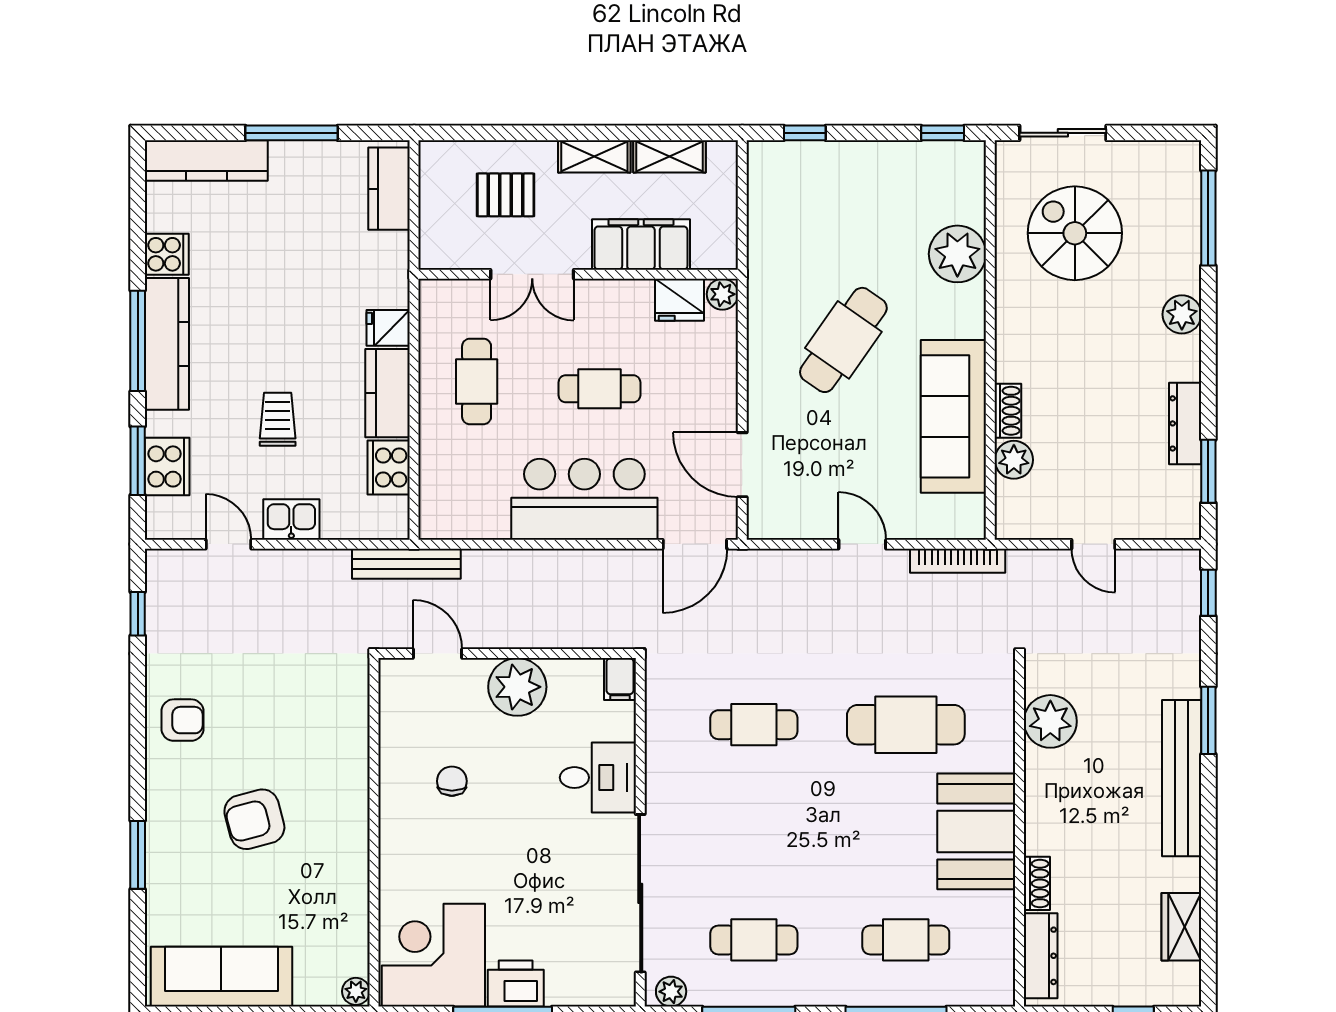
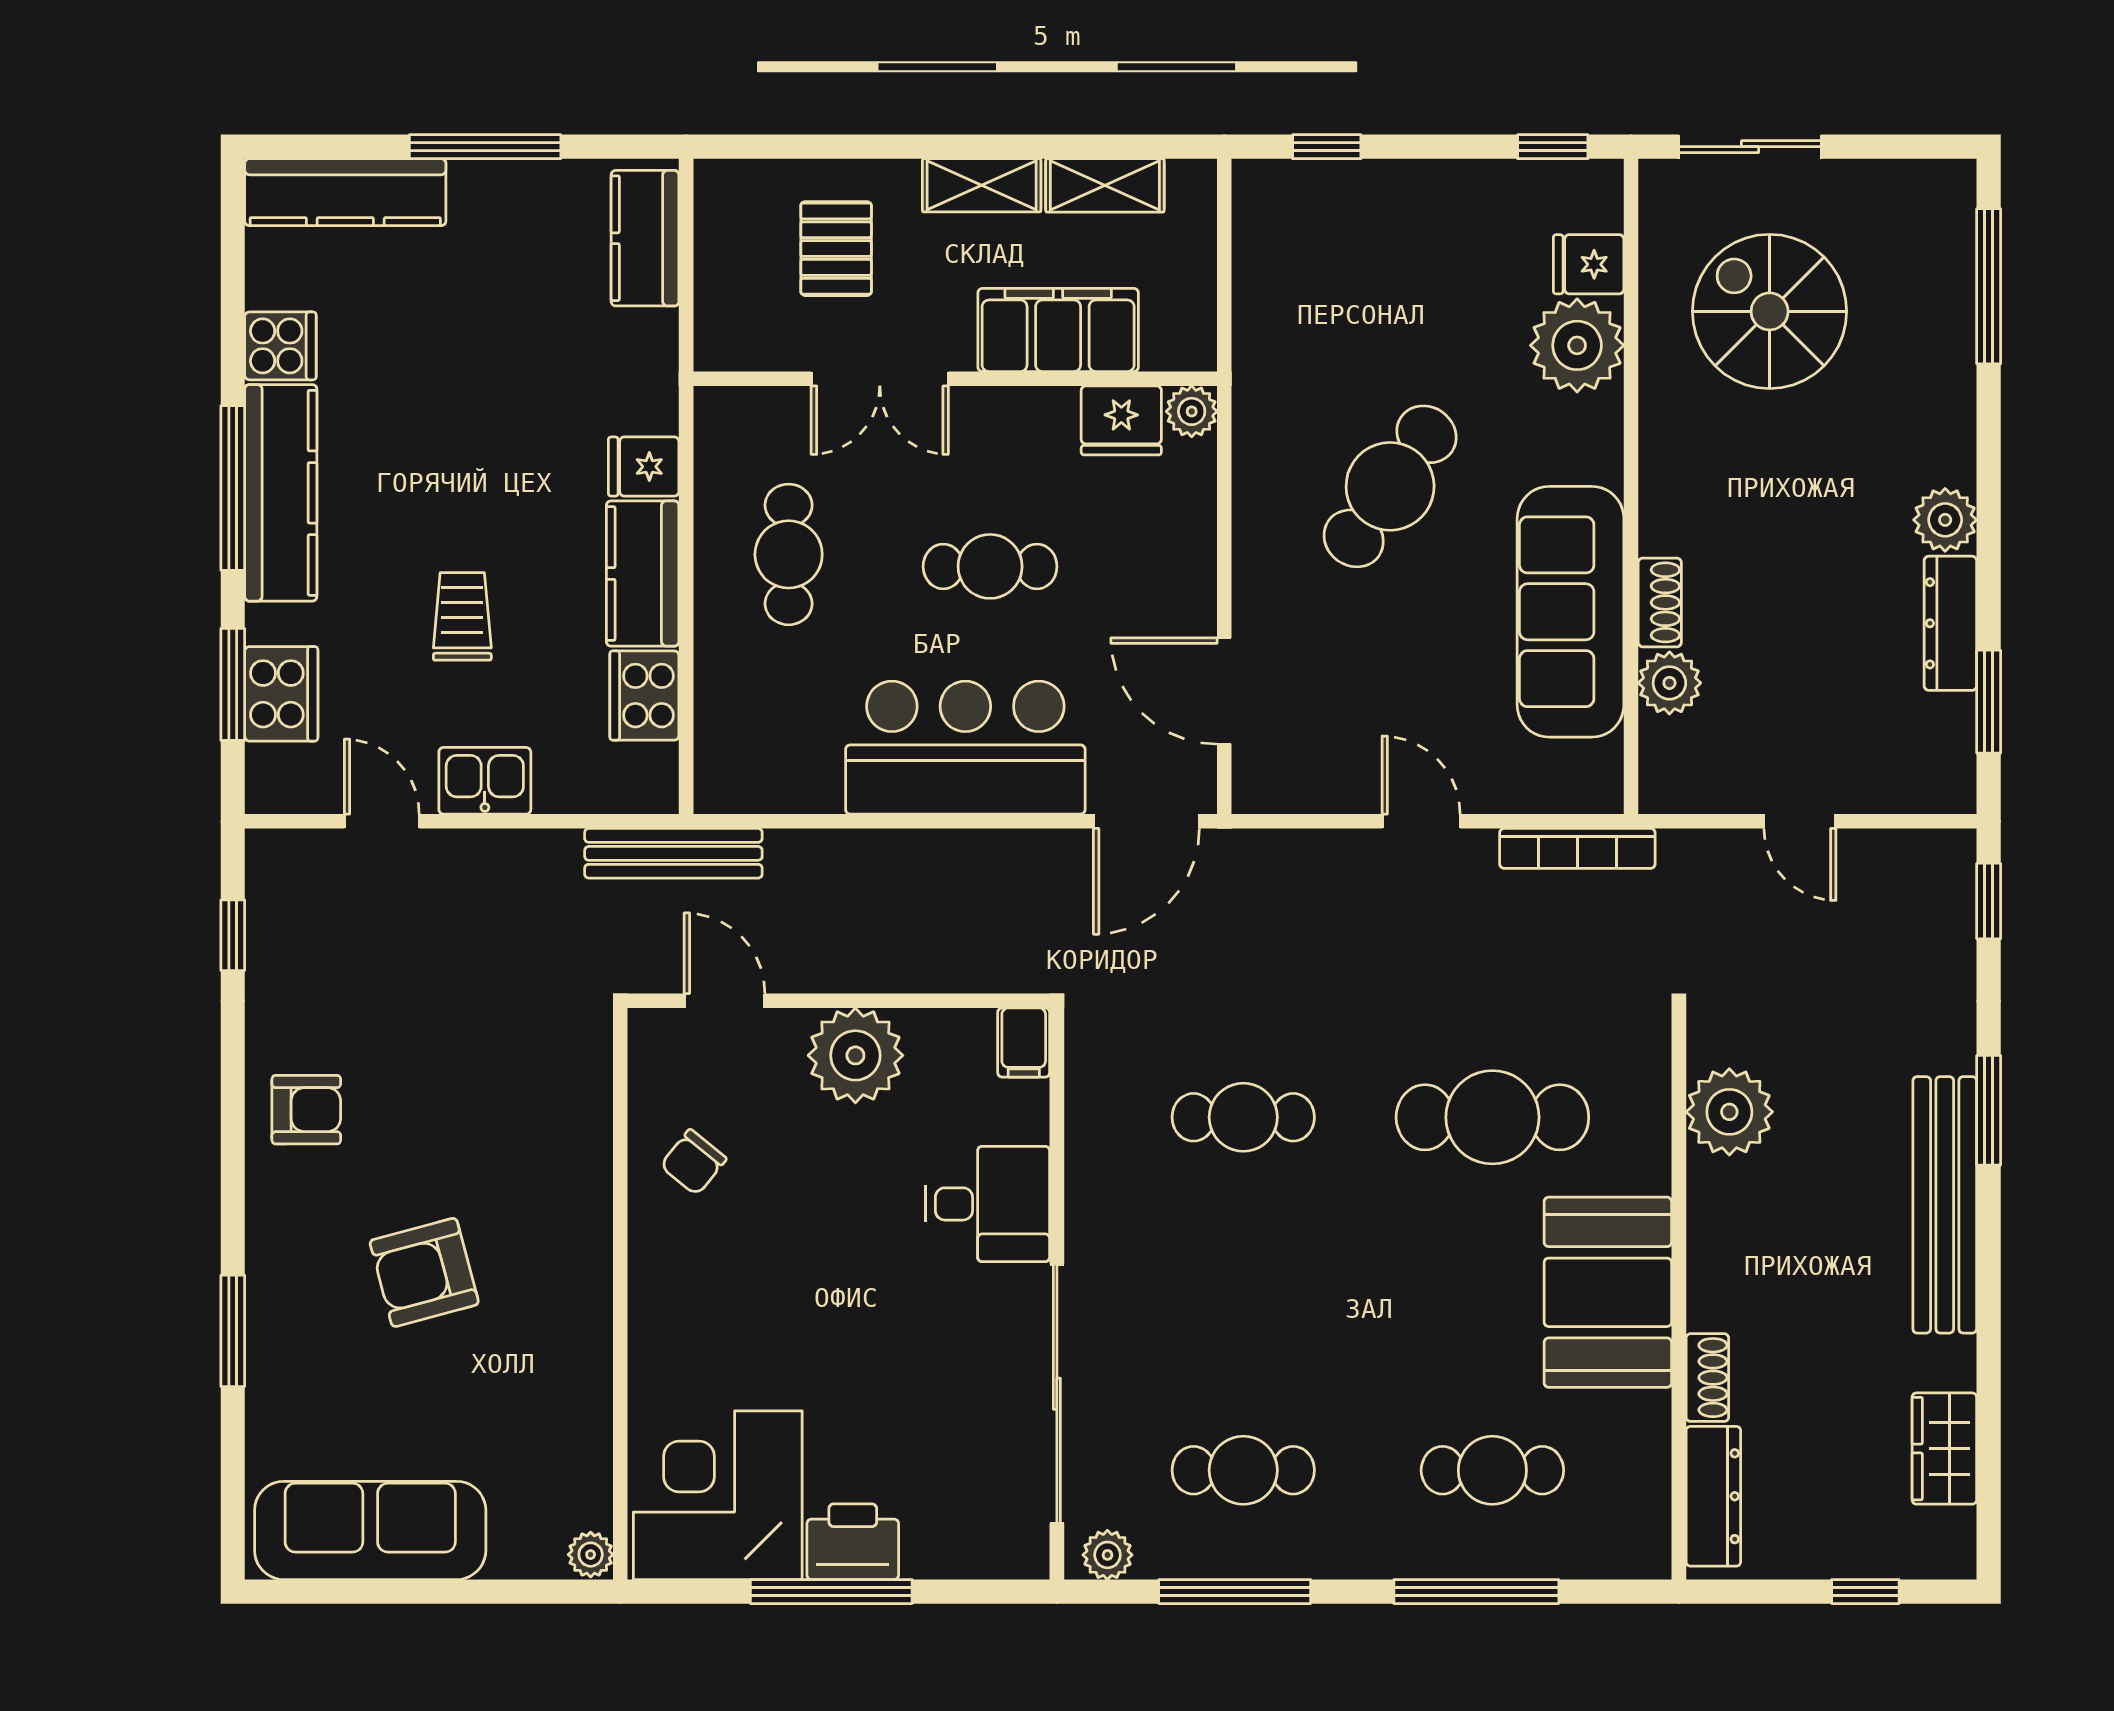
pallet: (506, 195) -> (836, 249), turned 90
fridge: (964, 204) -> (1589, 264), added
plant: (1182, 314) -> (1945, 520), moved
chair: (452, 781) -> (693, 1162), moved, turned -141

